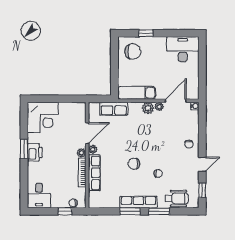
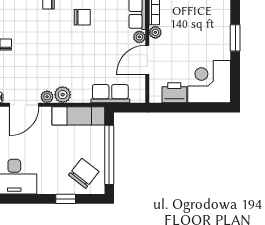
chair: (133, 51) -> (84, 173), turned 128
window: (114, 65) -> (109, 155), added
printer: (35, 152) -> (174, 93), moved, turned 90

